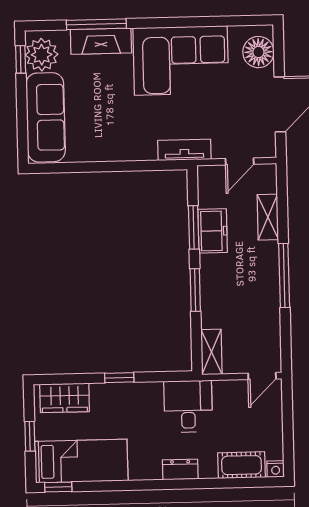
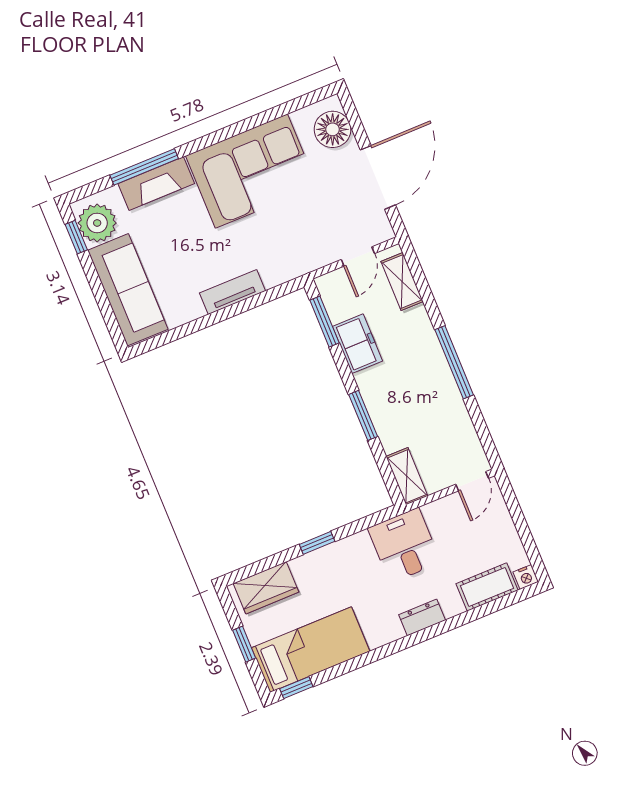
tv unit: (184, 150) -> (233, 292), moved
shelving: (268, 217) -> (402, 281), moved
window: (194, 227) -> (324, 322), moved

